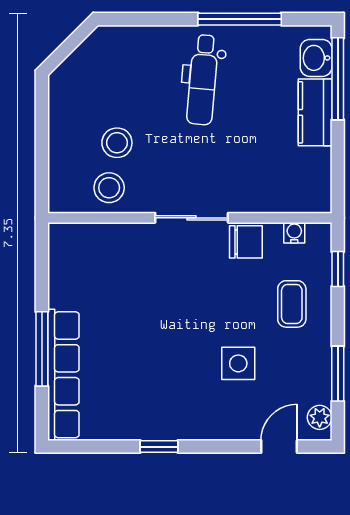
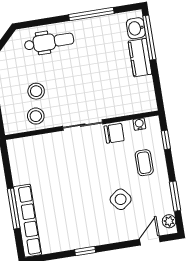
dental chair: (203, 80) -> (49, 42), moved, turned -95
side table: (238, 363) -> (121, 199), turned -38

